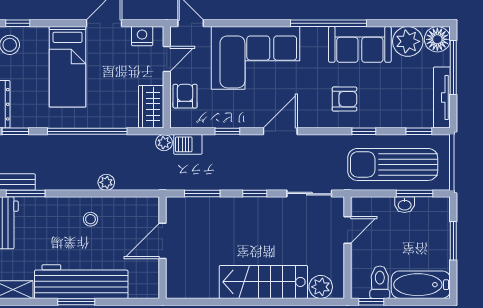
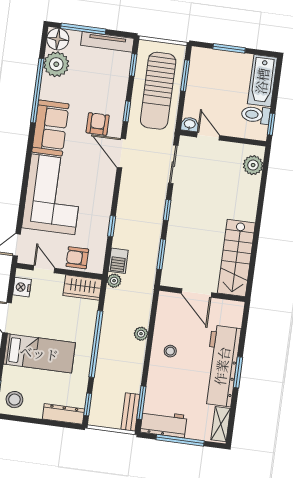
window: (328, 23) -> (37, 91), moved
sofa: (360, 44) -> (50, 128), moved
door: (280, 131) -> (121, 153), moved
washbasin: (405, 205) -> (190, 124), moved, turned -90
stairs: (263, 282) -> (236, 258), moved

